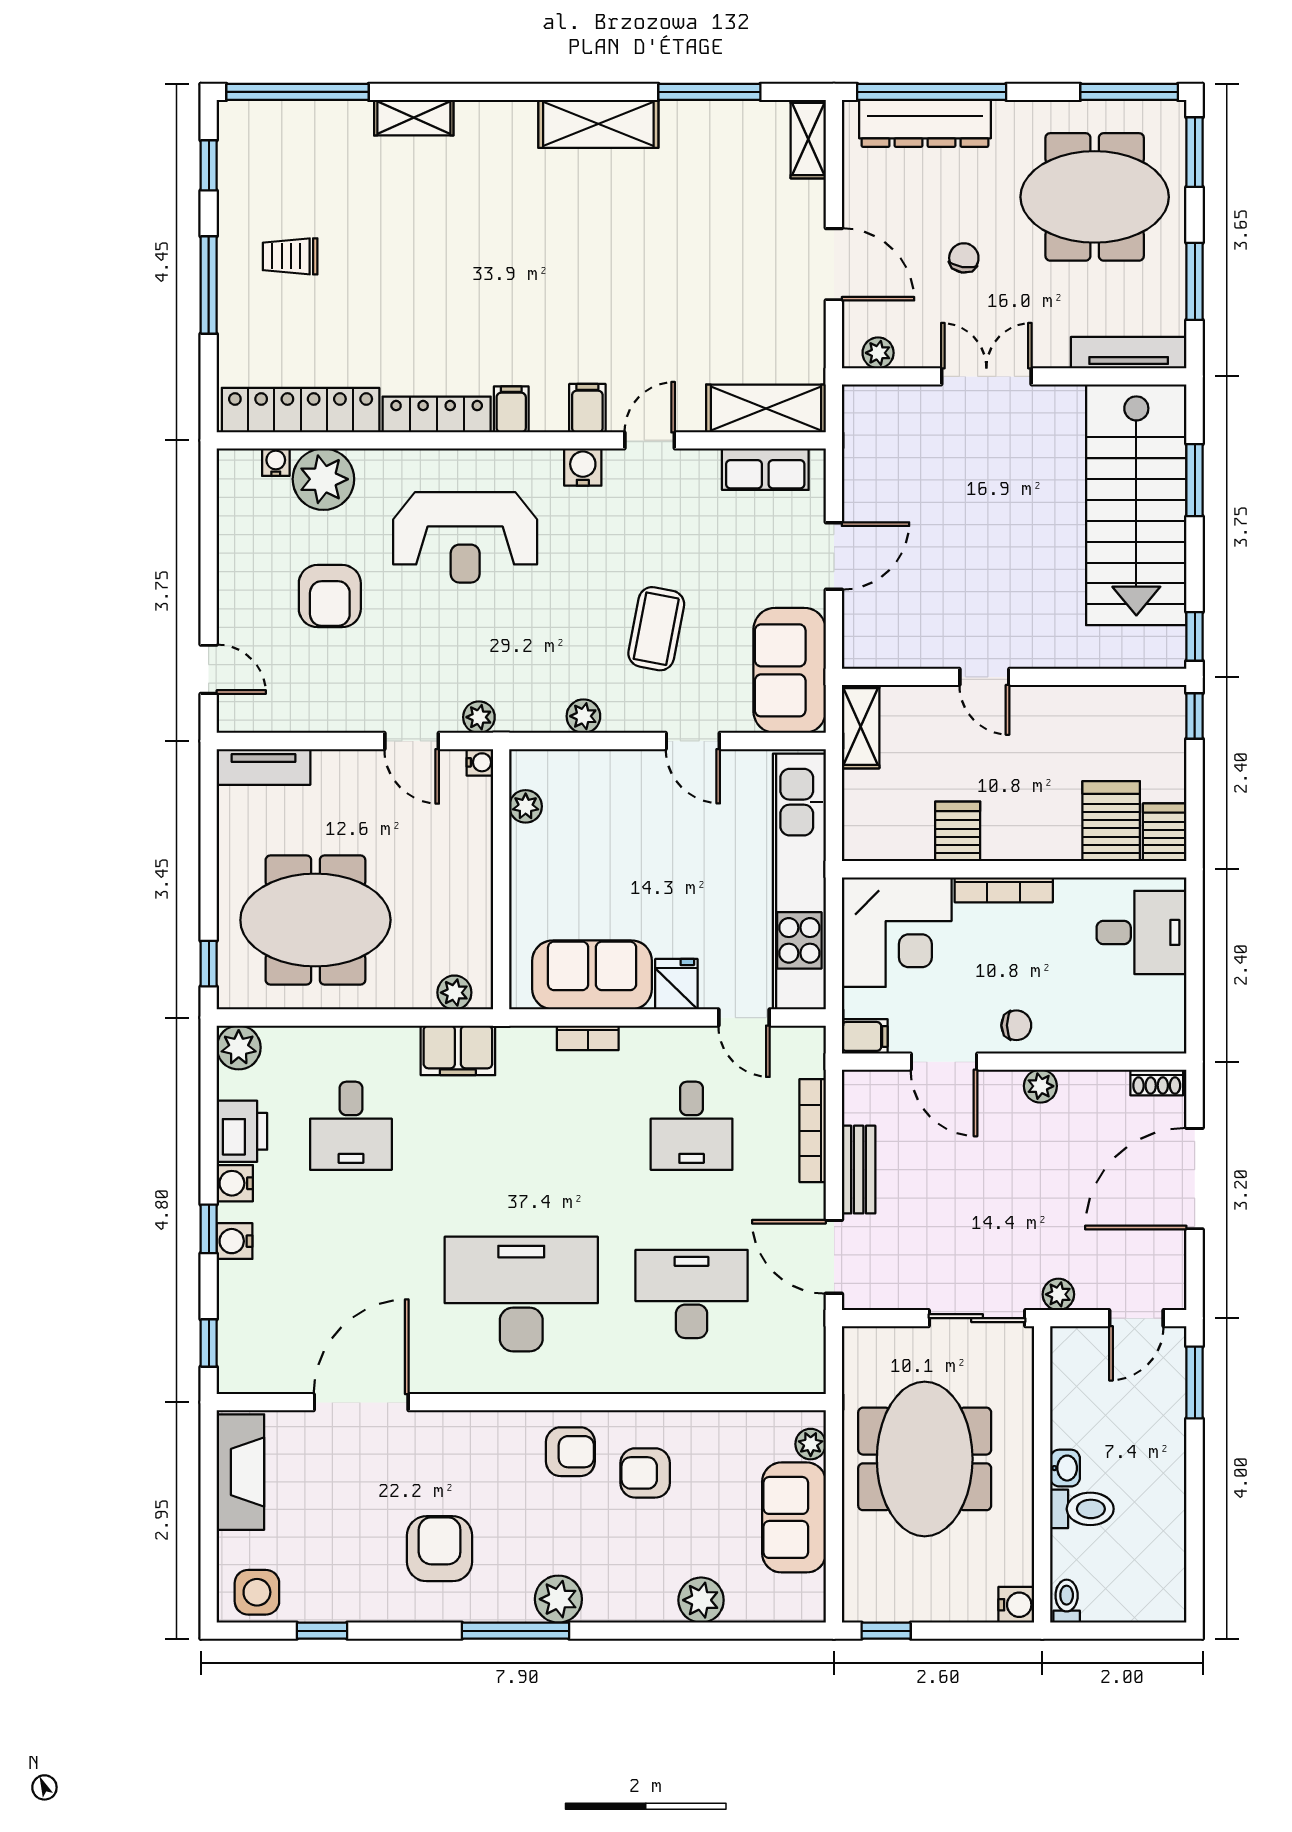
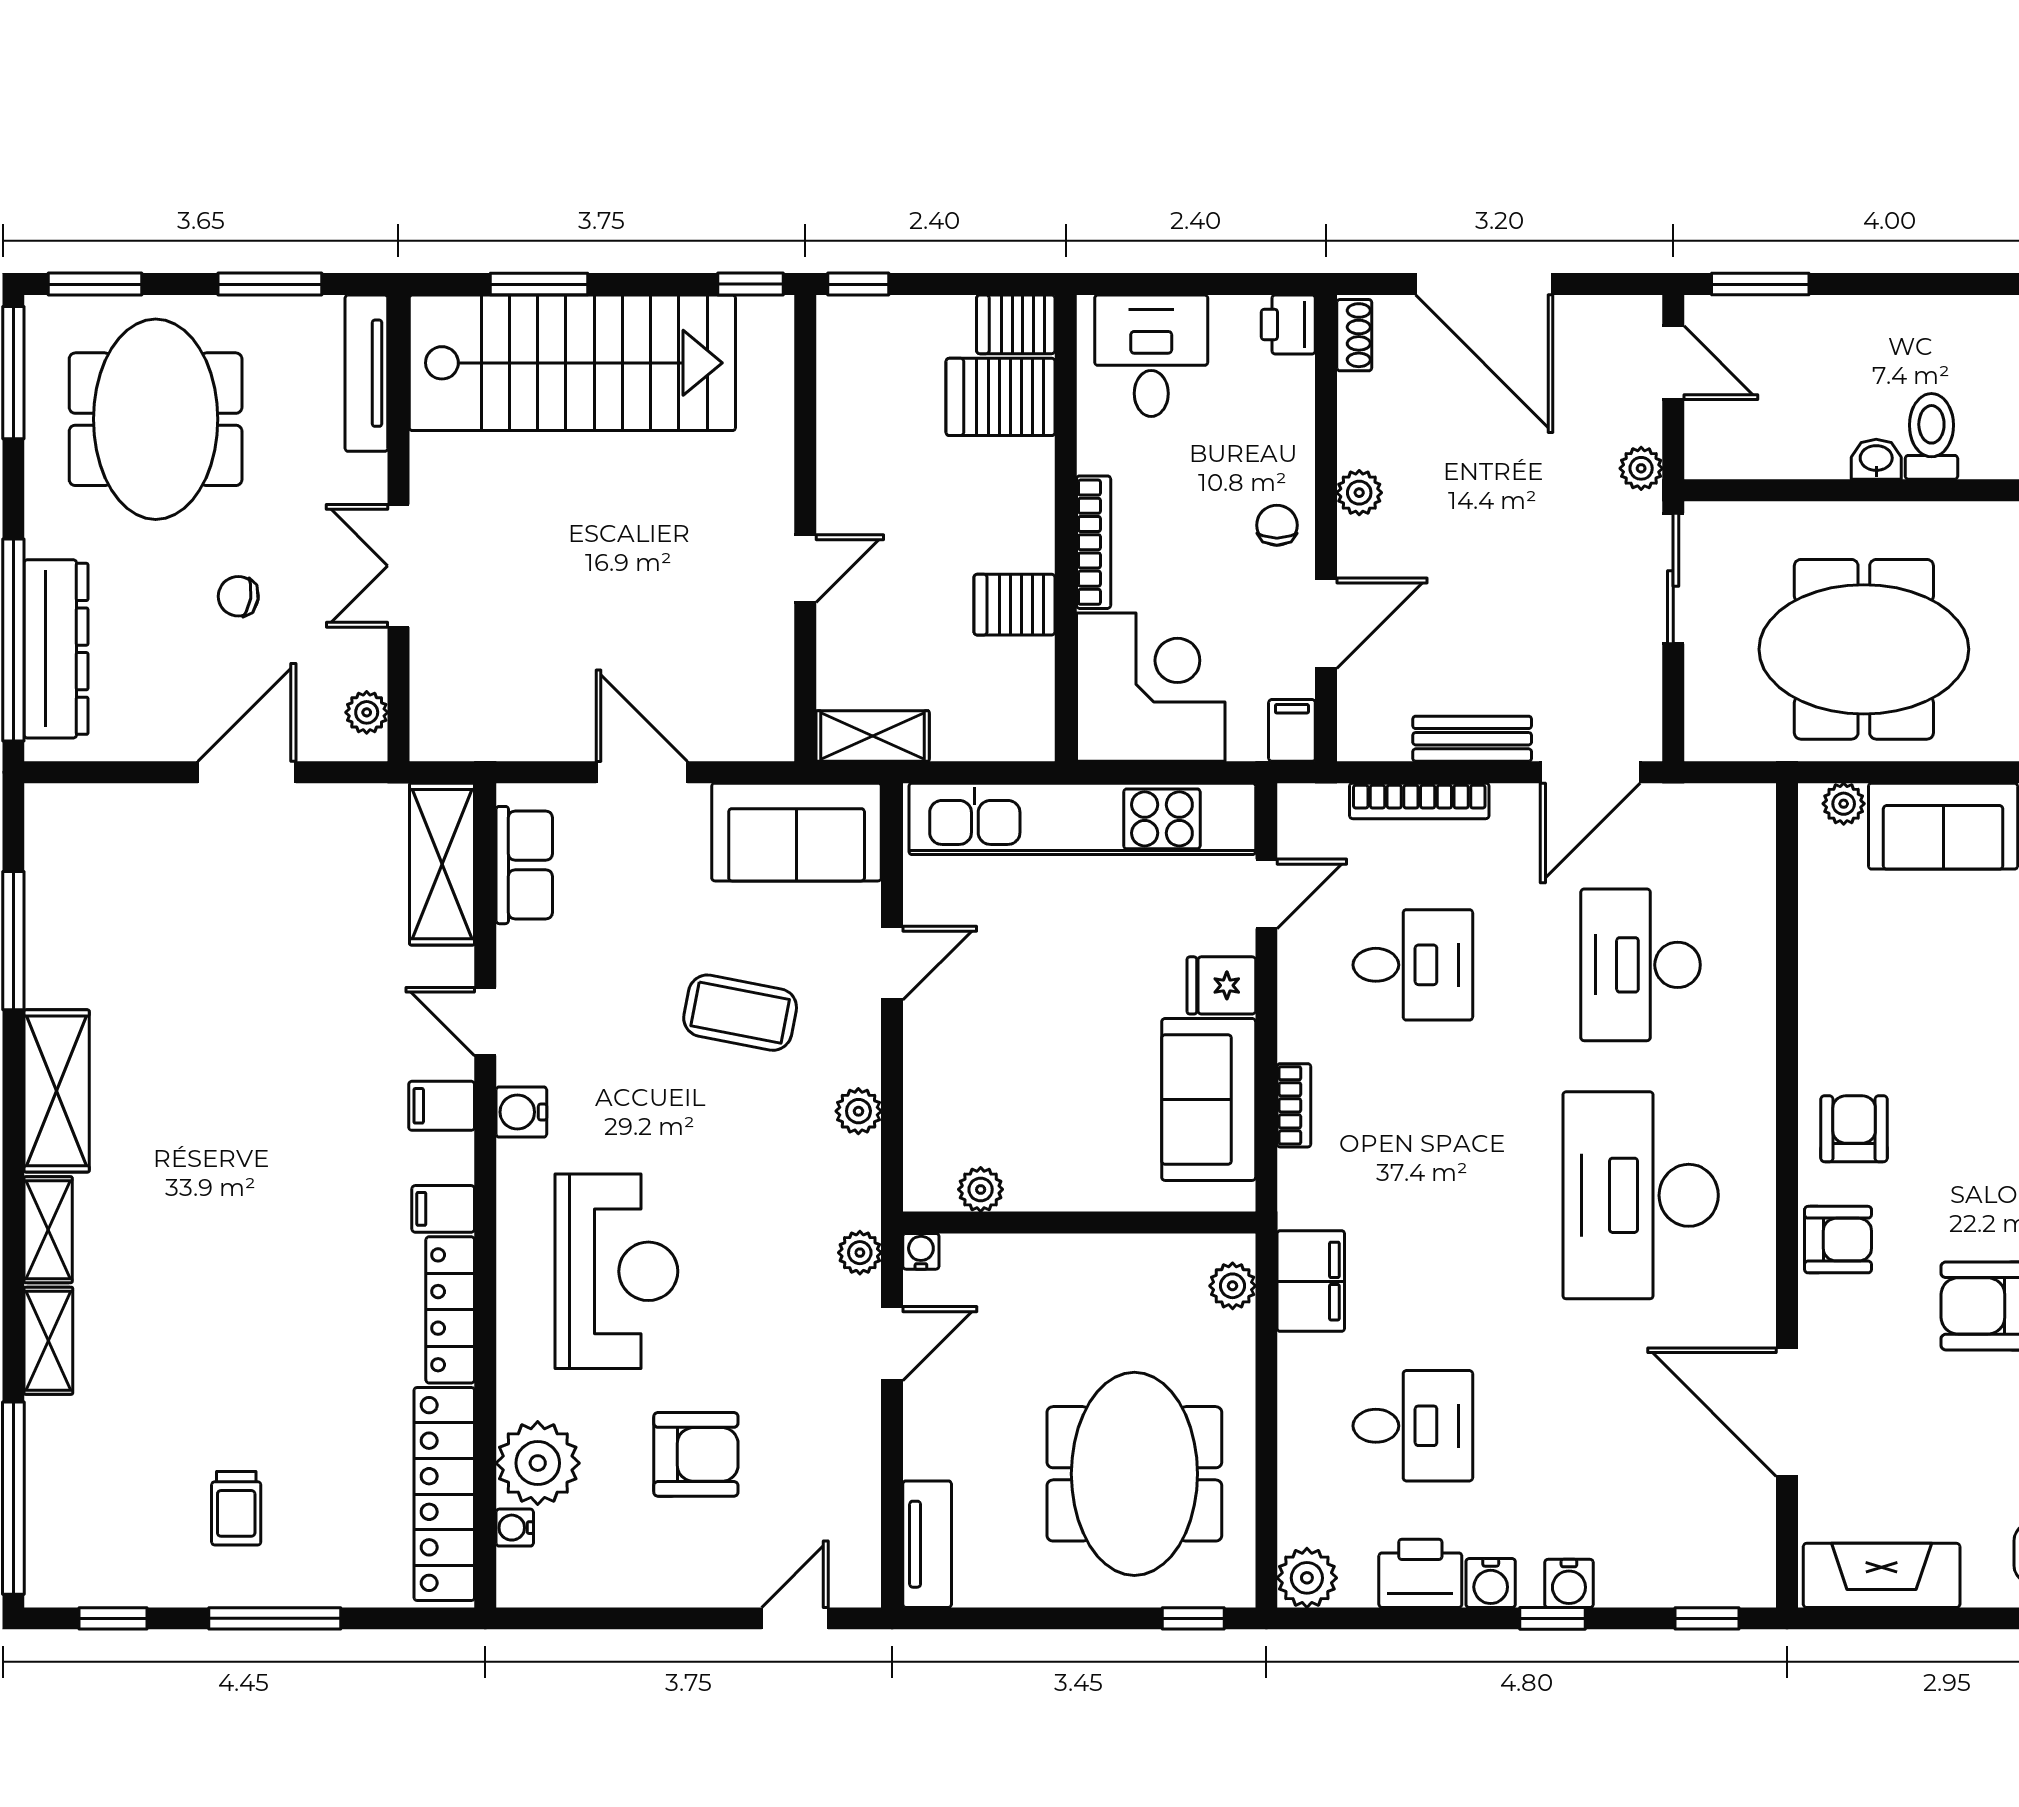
shelving: (808, 139) -> (48, 1230), moved, turned 90
printer: (1165, 1034) -> (1288, 324), added
armchair: (645, 1473) -> (1838, 1240), moved, turned -90

